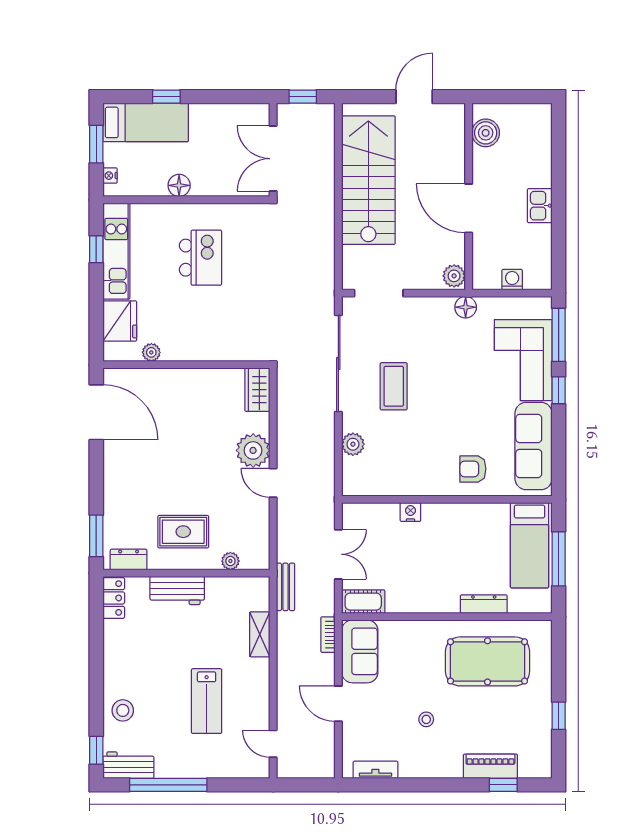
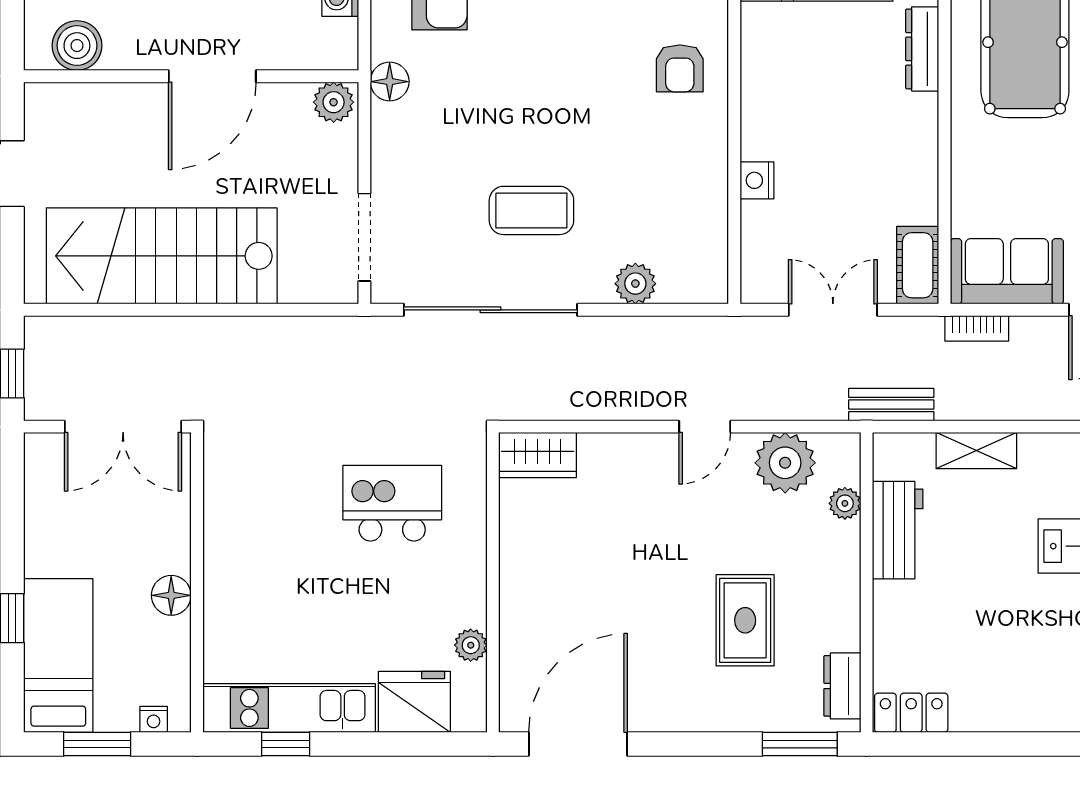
kitchen island: (200, 258) -> (392, 503), moved
plant: (253, 450) -> (785, 463), moved
rug: (183, 532) -> (745, 620), moved
workbench: (177, 590) -> (898, 530), moved

